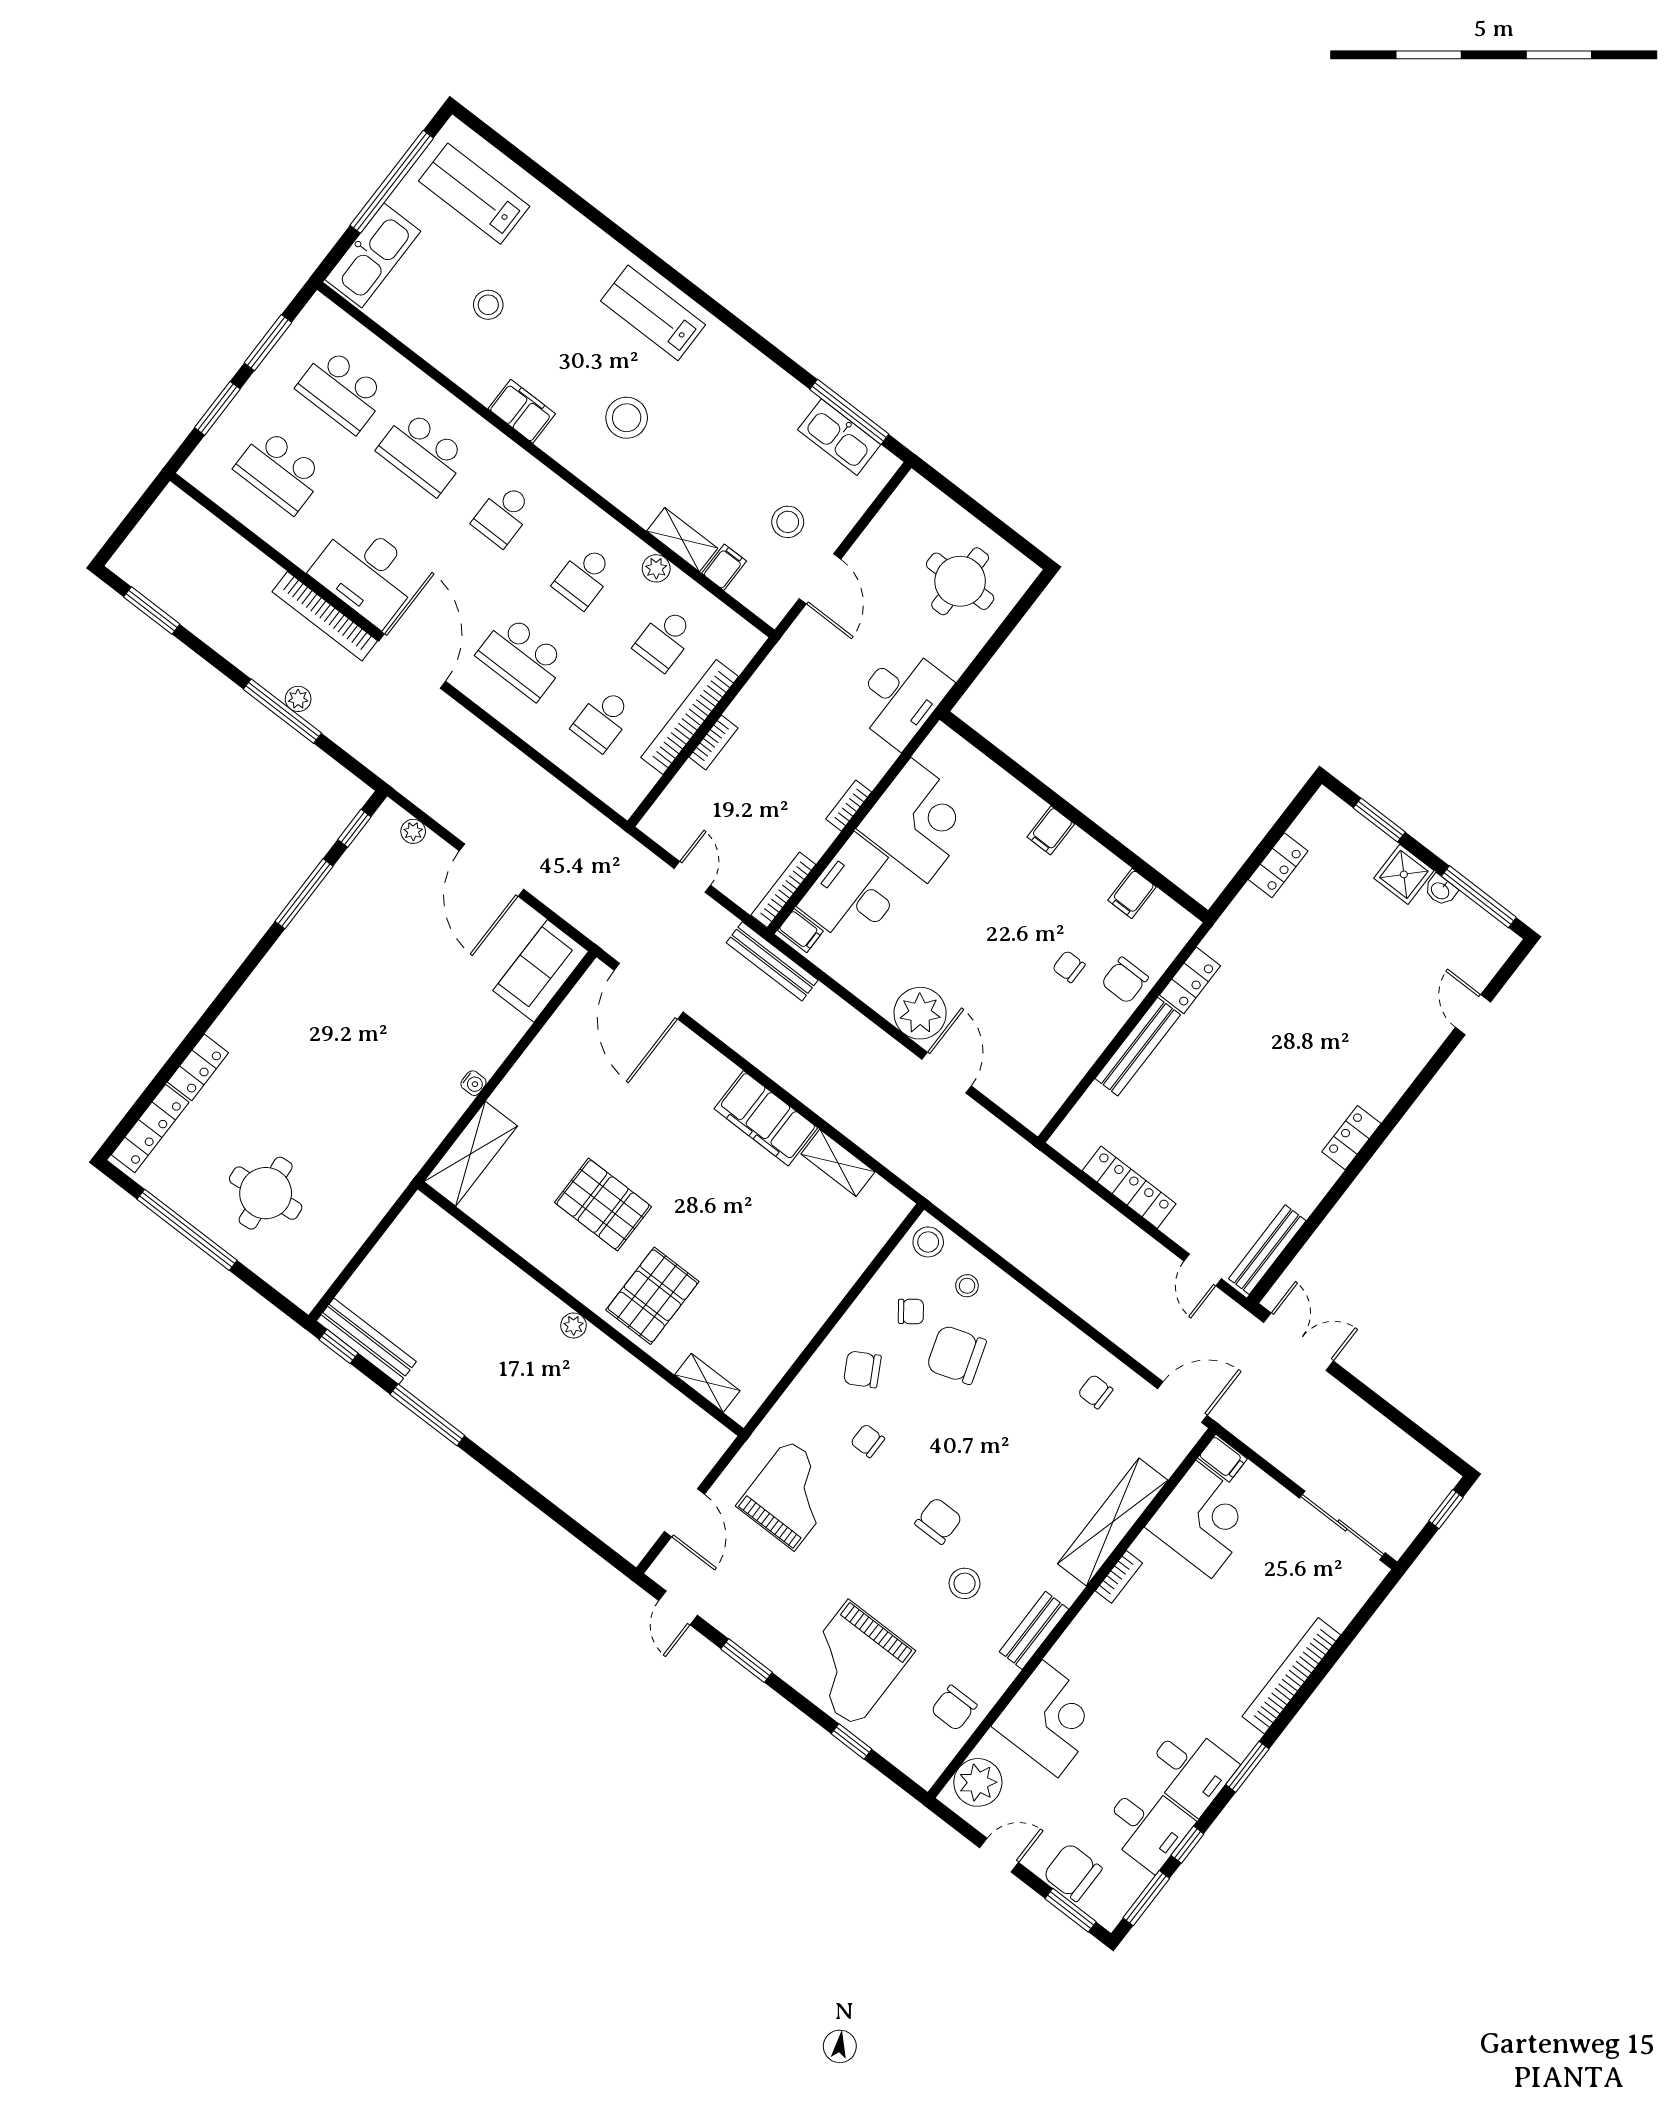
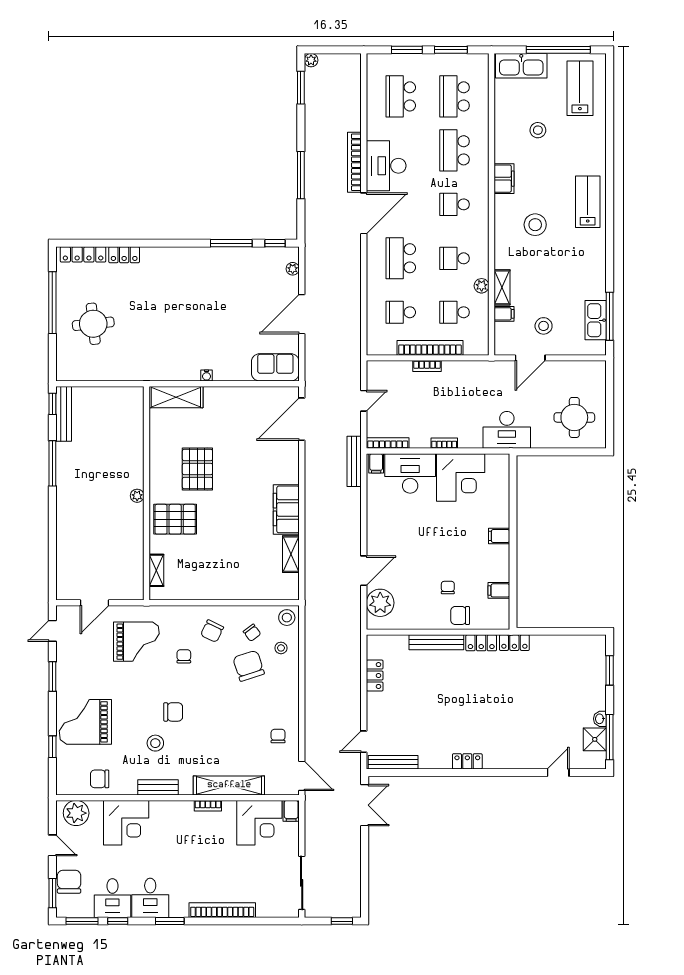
plant: (298, 699) -> (311, 60), moved
locker: (1278, 865) -> (514, 643), moved
shower: (1404, 874) -> (595, 739), moved
plant: (920, 1013) -> (380, 603), moved
locker: (1129, 1187) -> (375, 676), width x0.66
chair: (862, 1369) -> (212, 631), turned -125

